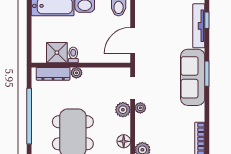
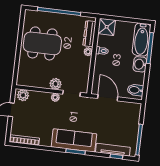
shower: (57, 53) -> (107, 27), moved
floor lamp: (124, 141) -> (31, 82), removed

